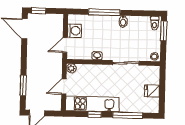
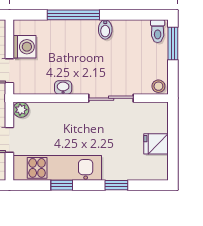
window: (128, 115) -> (116, 185), width x0.46

